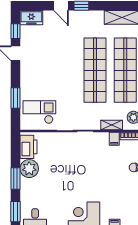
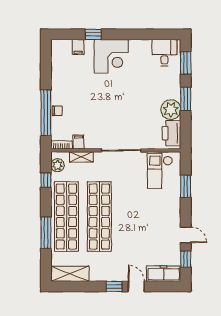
freezer: (31, 18) -> (164, 274), width x1.40
checkout: (39, 112) -> (160, 171), turned 90

